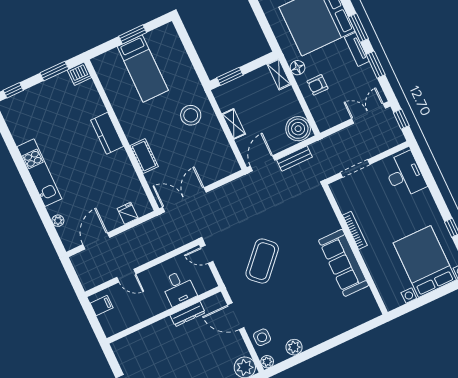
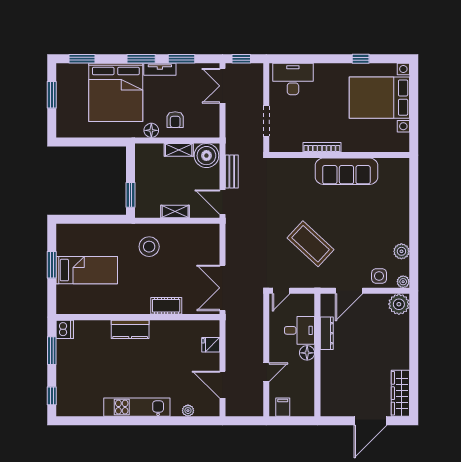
shelving: (279, 74) -> (179, 150), moved
floor lamp: (161, 304) -> (307, 353), added

